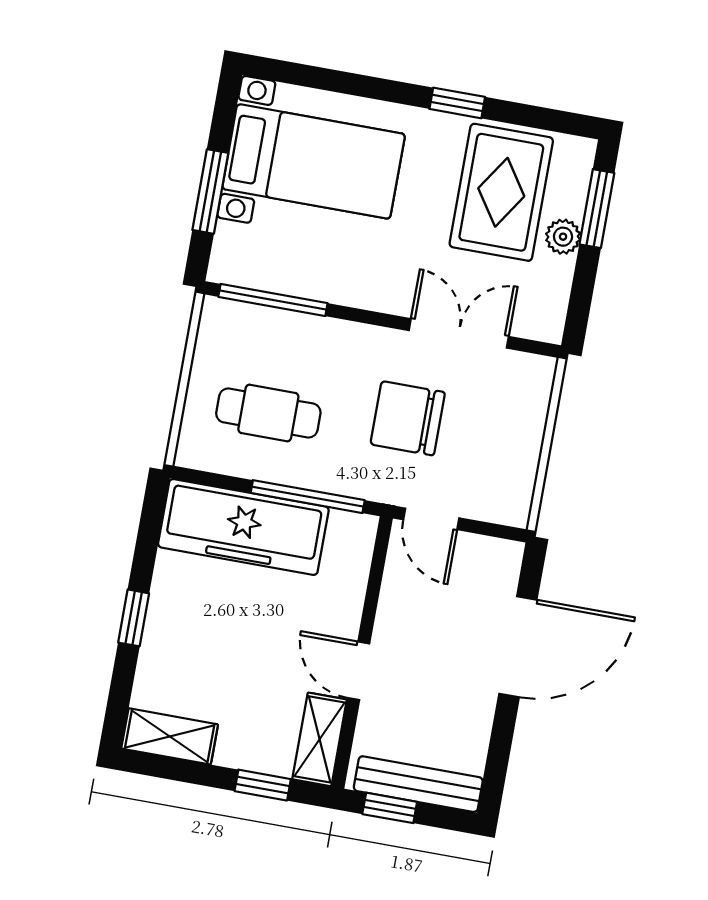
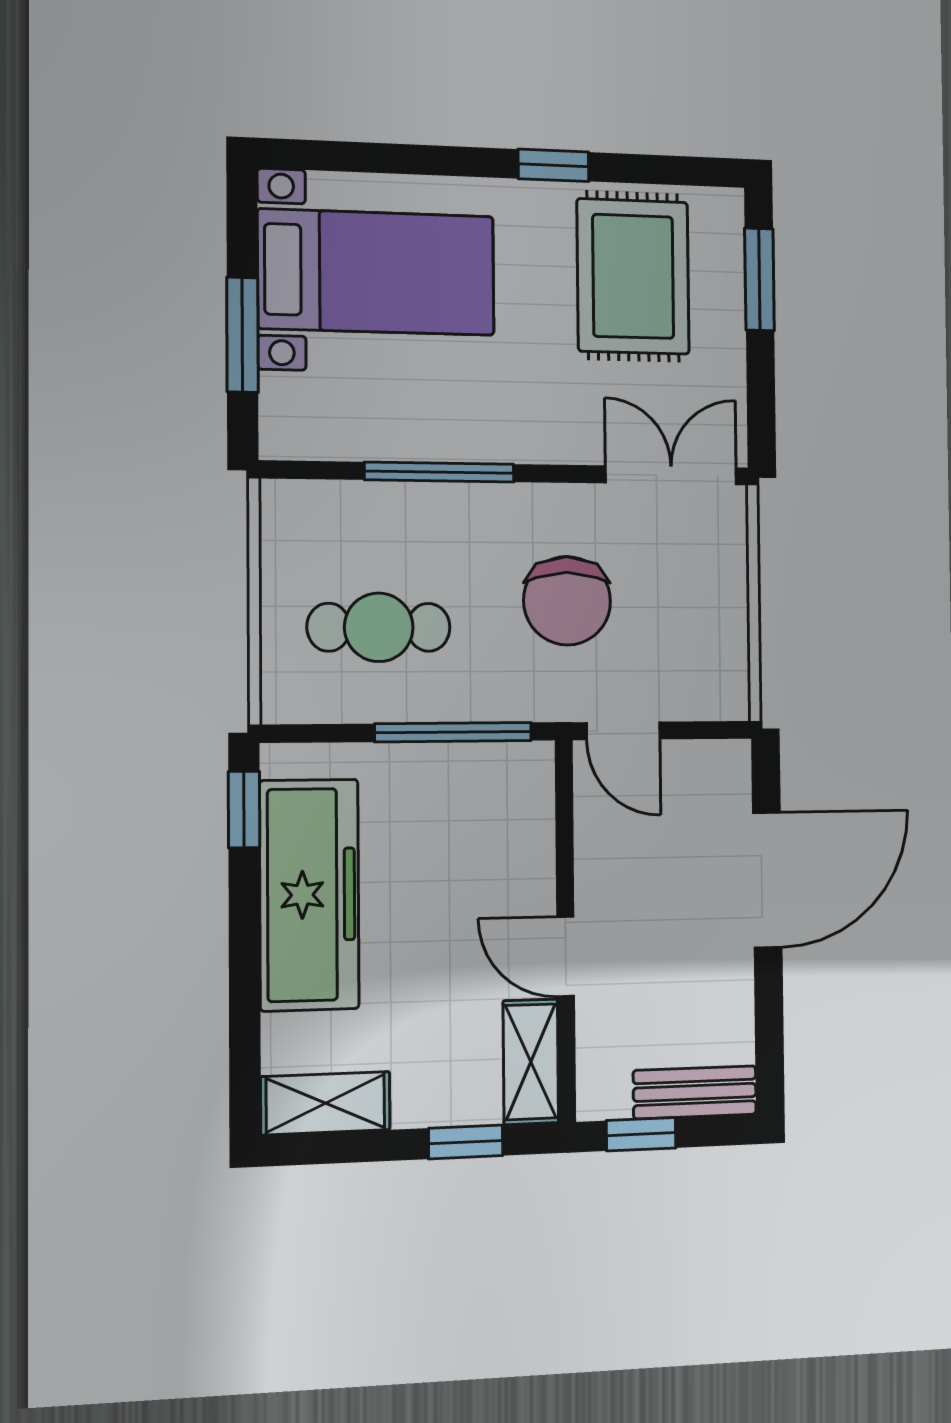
plant: (563, 237) -> (723, 323), removed
window: (273, 300) -> (439, 472), moved
double door: (459, 333) -> (671, 475), moved
chair: (408, 418) -> (567, 601), turned -90
freezer: (243, 527) -> (309, 895), moved, turned -90
window: (134, 618) -> (244, 810), moved
bench: (418, 784) -> (695, 1092), width x0.73

